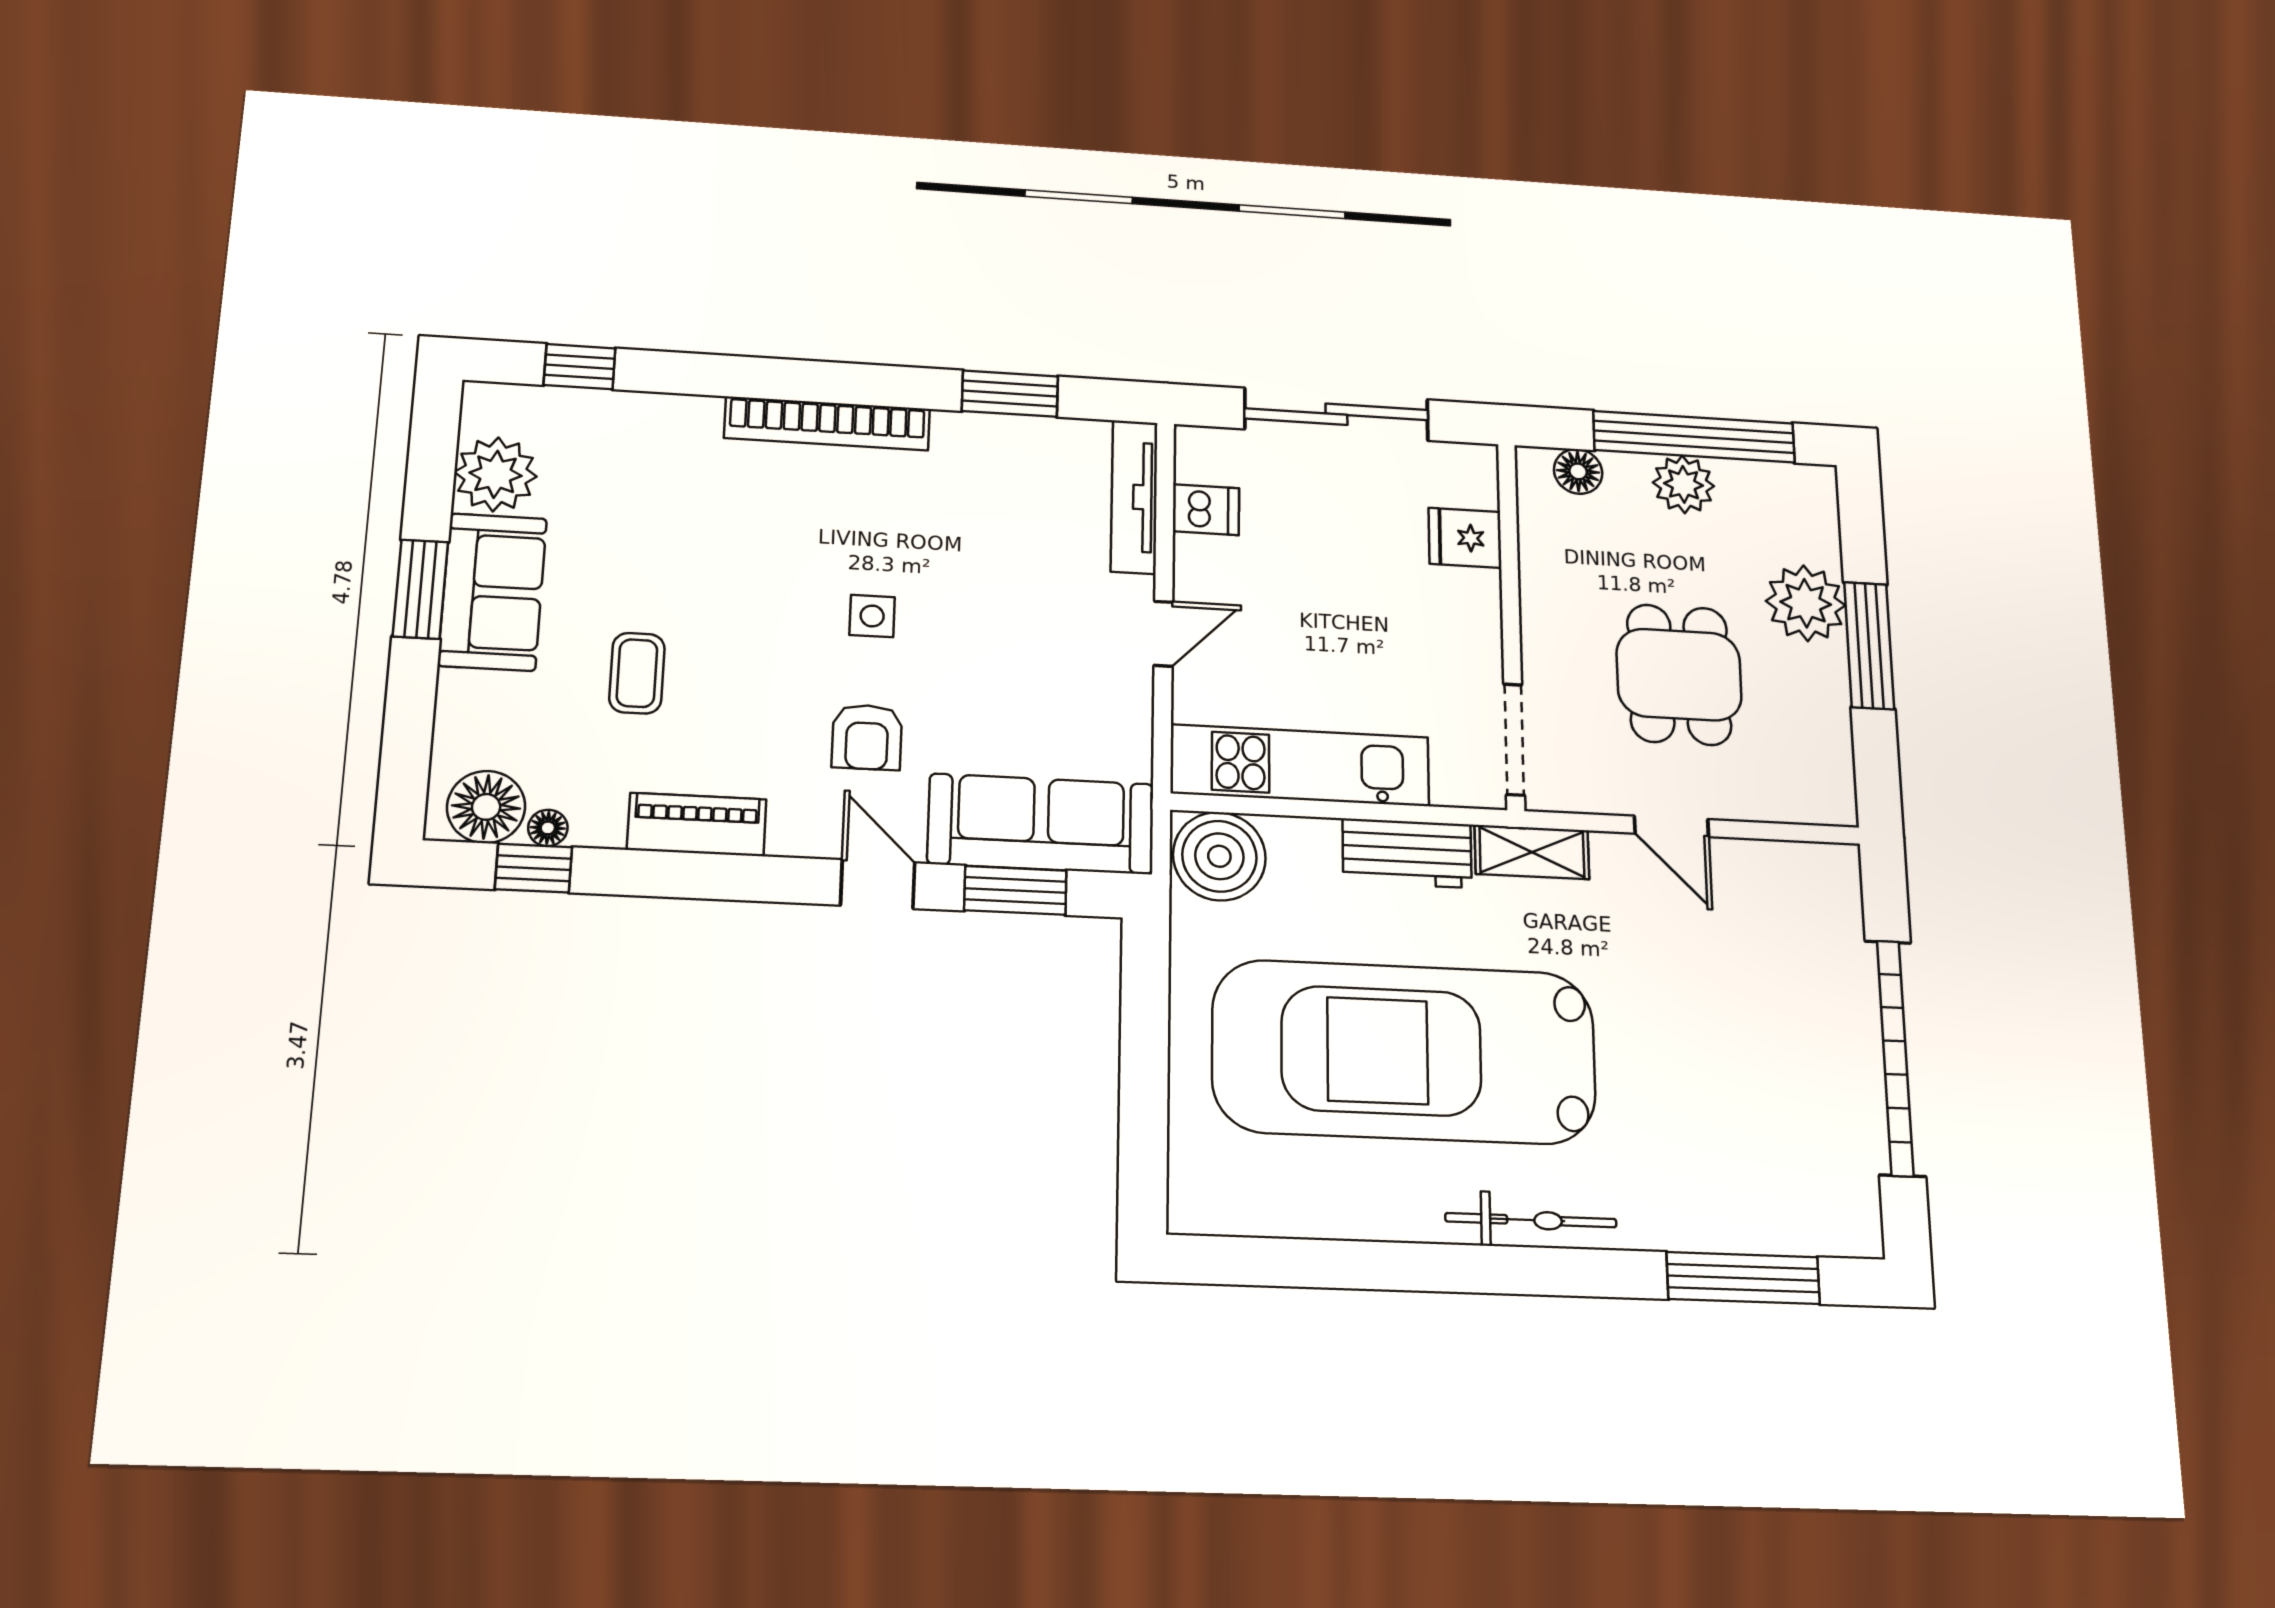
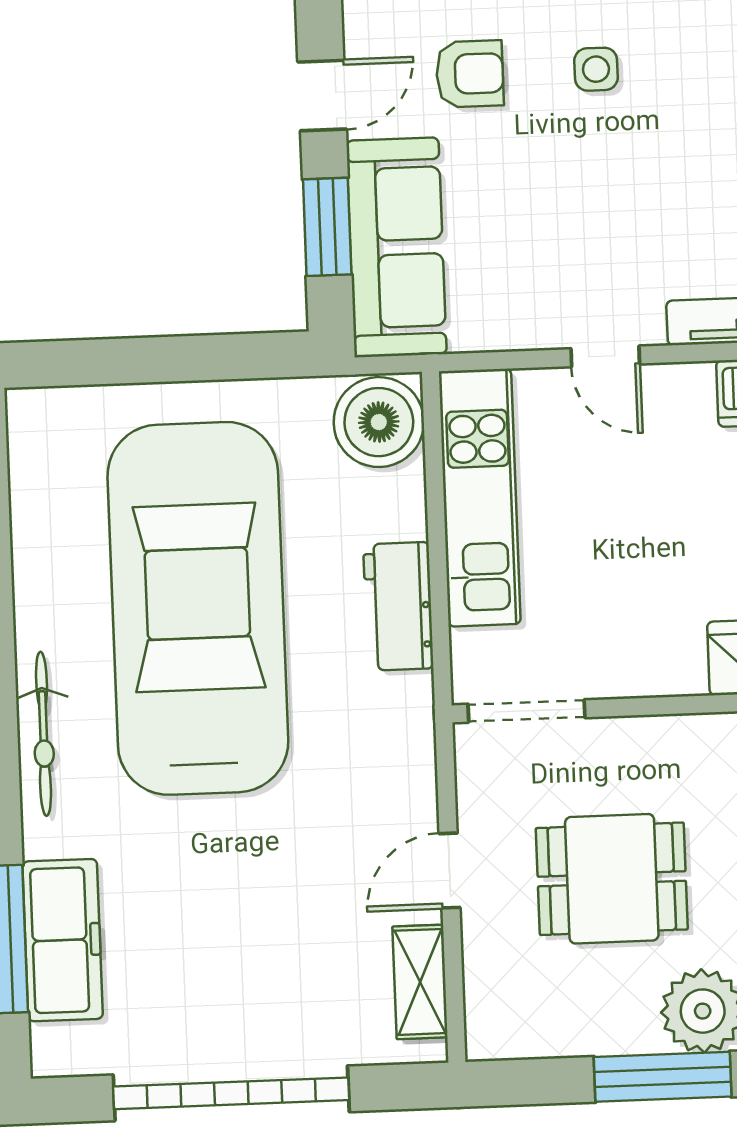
armchair: (867, 737) -> (470, 74), turned 180
shelving: (1532, 852) -> (420, 982), moved
freezer: (1744, 1216) -> (63, 940), added

